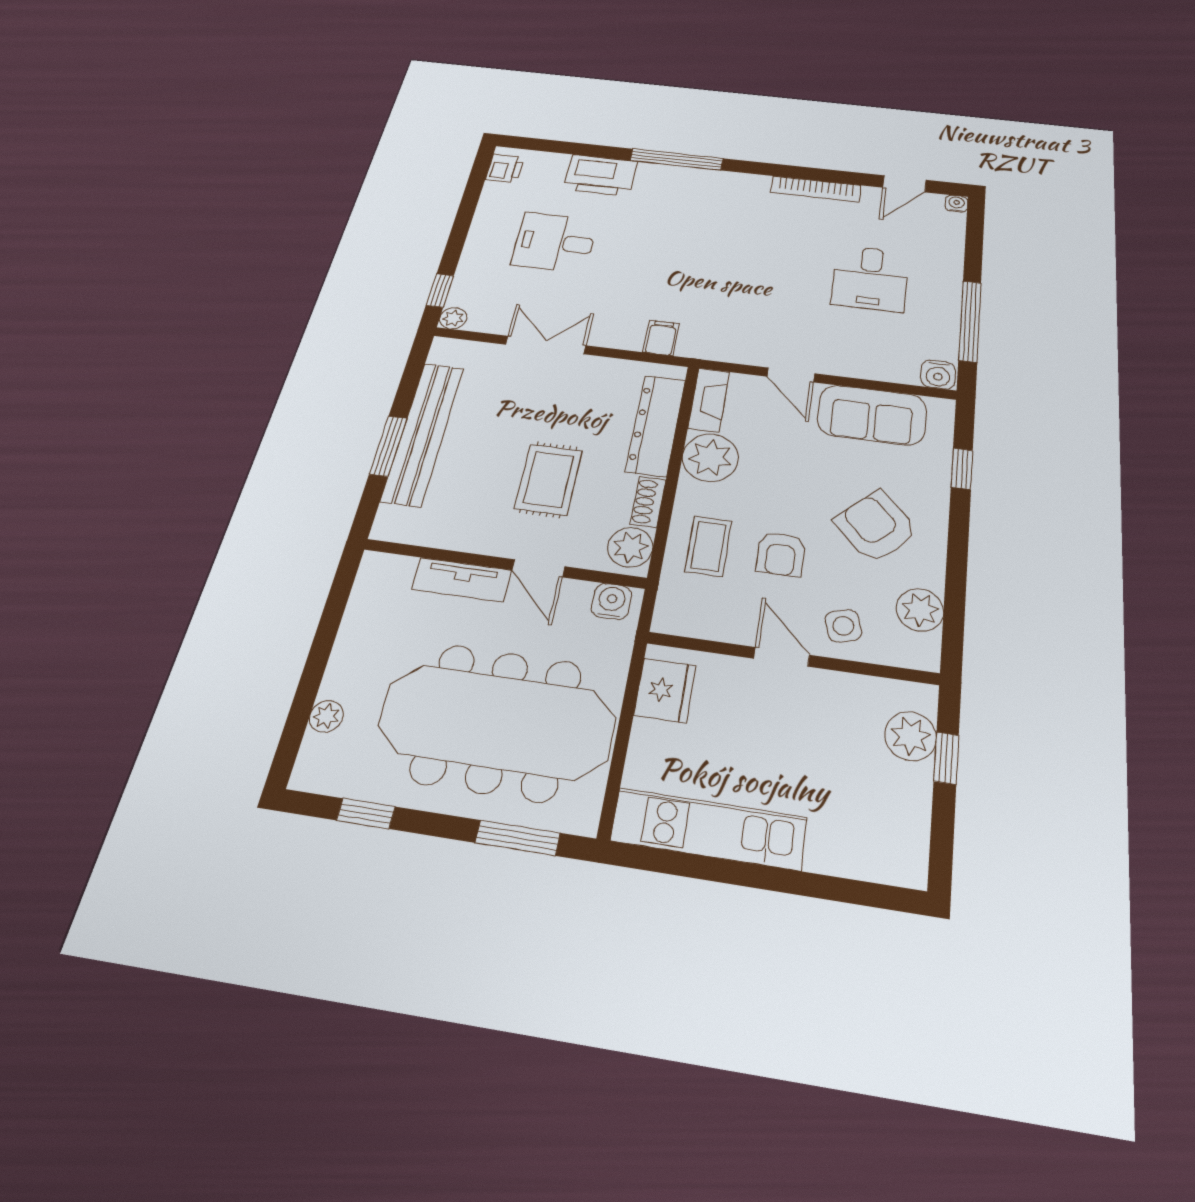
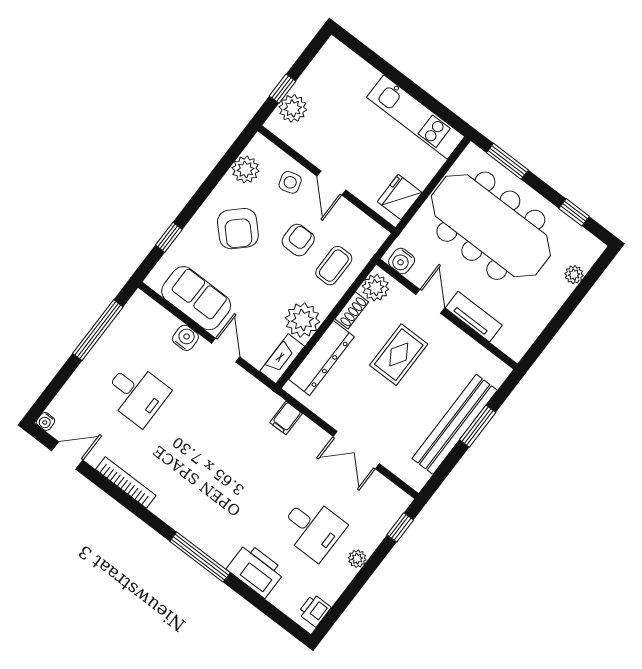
desk: (870, 278) -> (136, 394), turned 90
plant: (453, 318) -> (357, 559), moved
water cooler: (938, 375) -> (185, 338), moved

